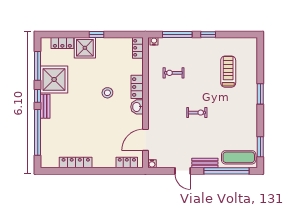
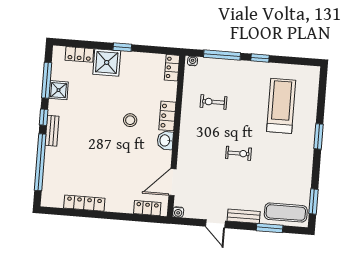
treadmill: (228, 72) -> (281, 106), width x1.37, depth x1.38
shower: (54, 79) -> (58, 90), width x0.54, depth x0.54
window: (227, 171) -> (270, 228), width x0.47

